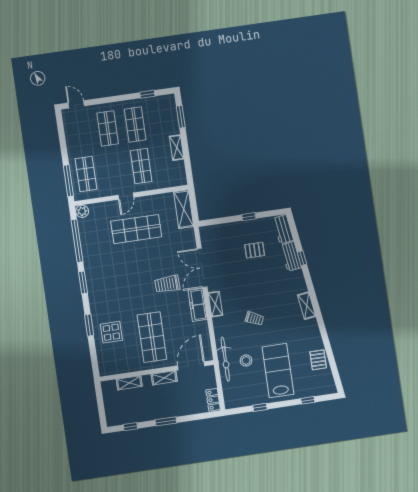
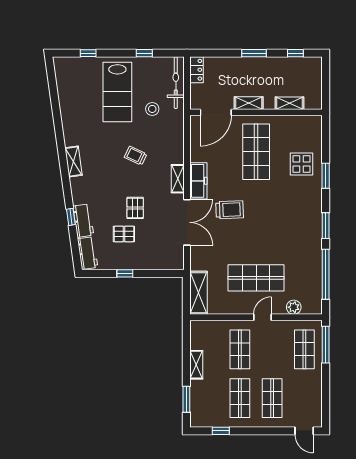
plant: (82, 211) -> (294, 307), moved
bicycle: (225, 359) -> (176, 83), moved
pallet: (318, 360) -> (135, 208), moved

